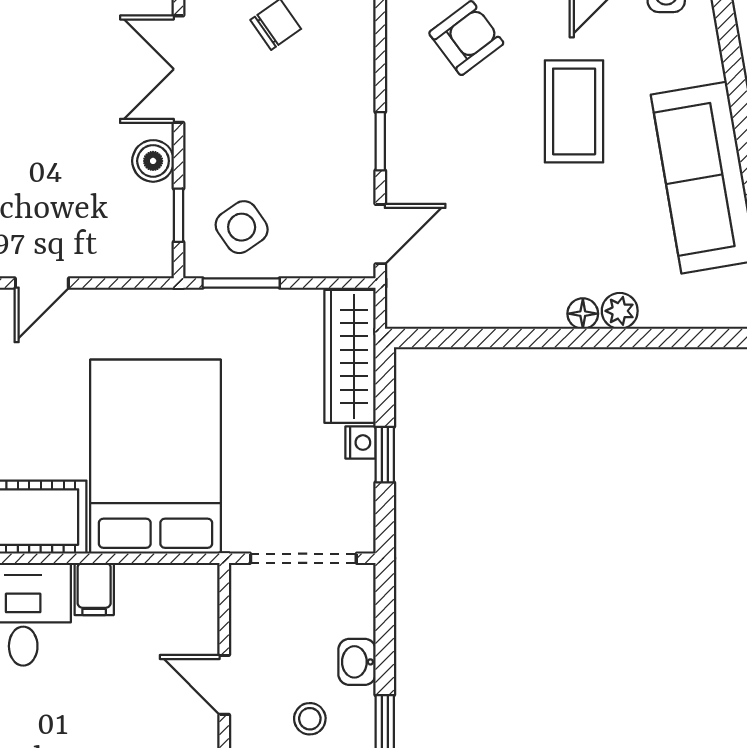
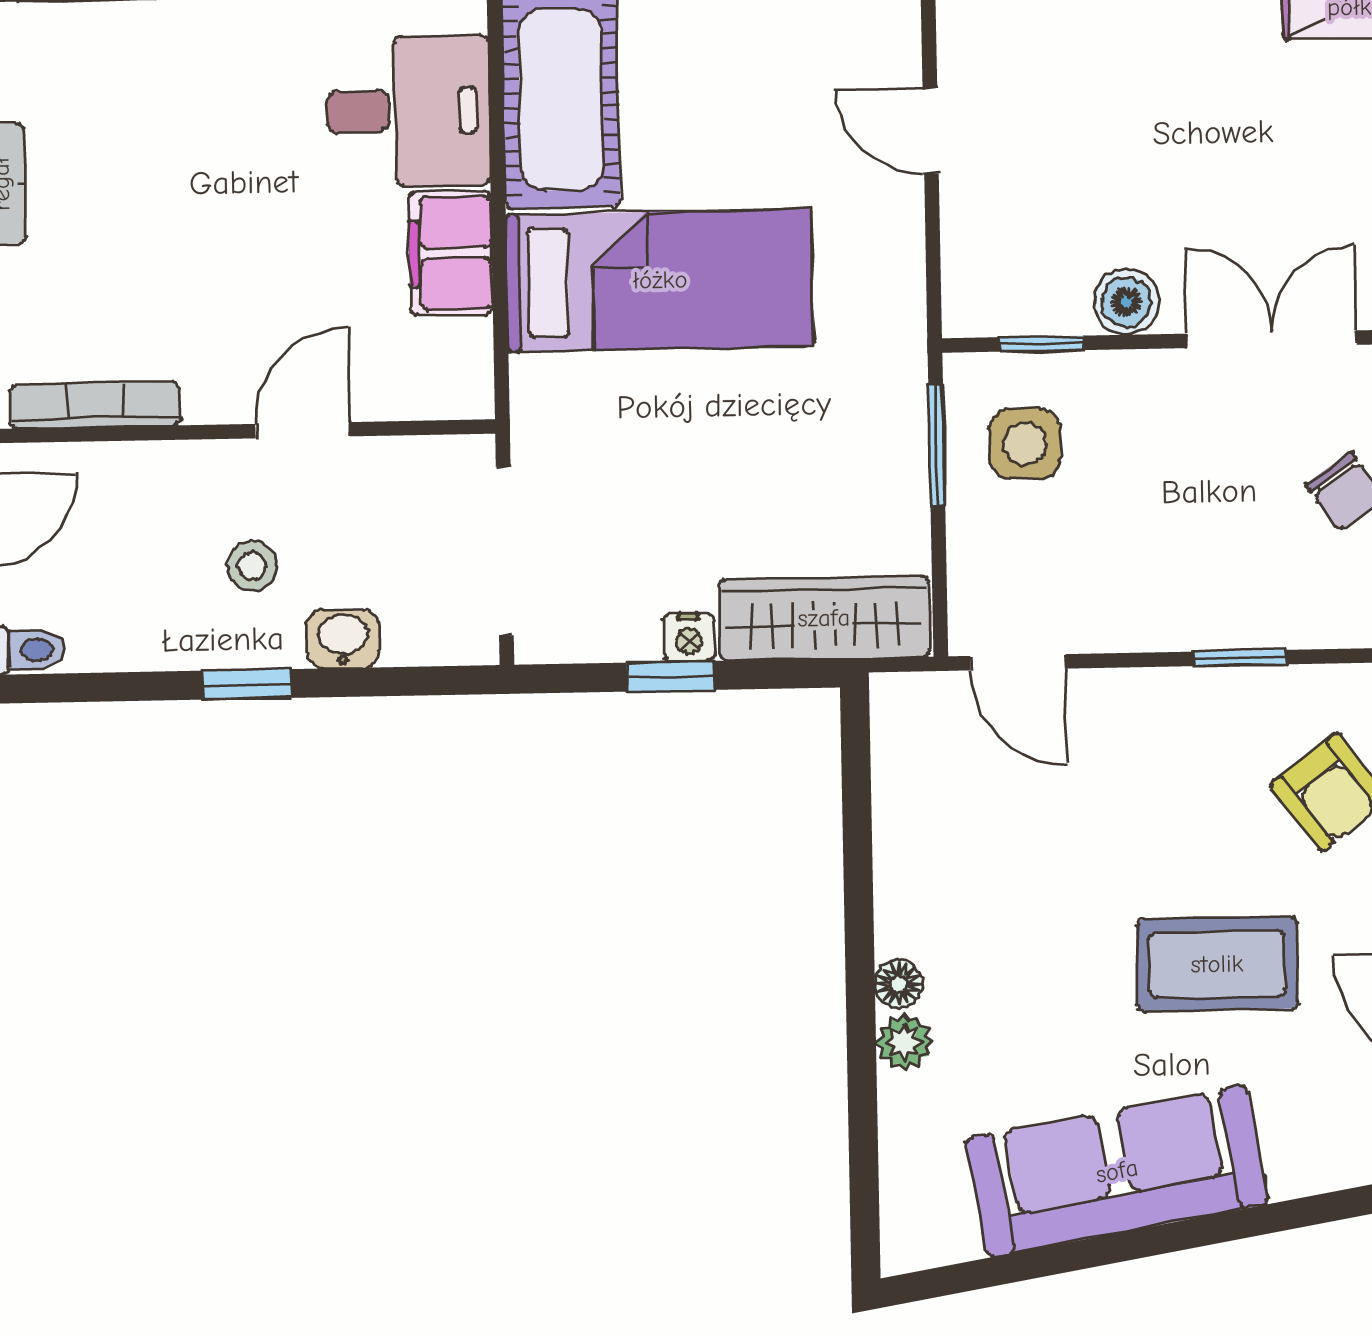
window: (380, 141) -> (1240, 658), moved
side table: (242, 227) -> (1025, 444), turned 35
bed: (156, 457) -> (660, 280), width x0.67
filing cabinet: (94, 589) -> (451, 253), width x2.00

